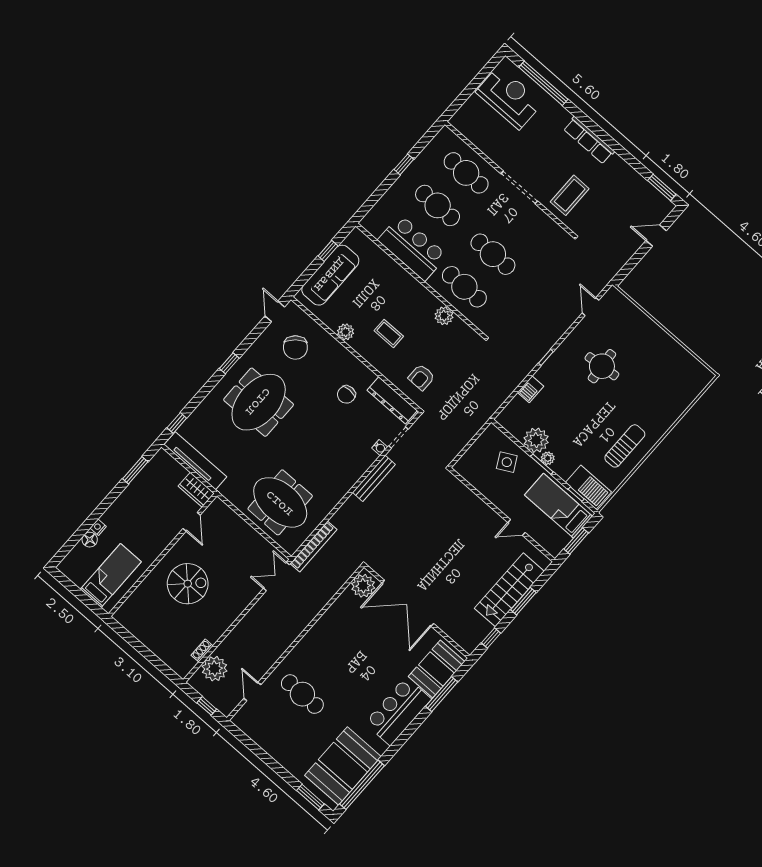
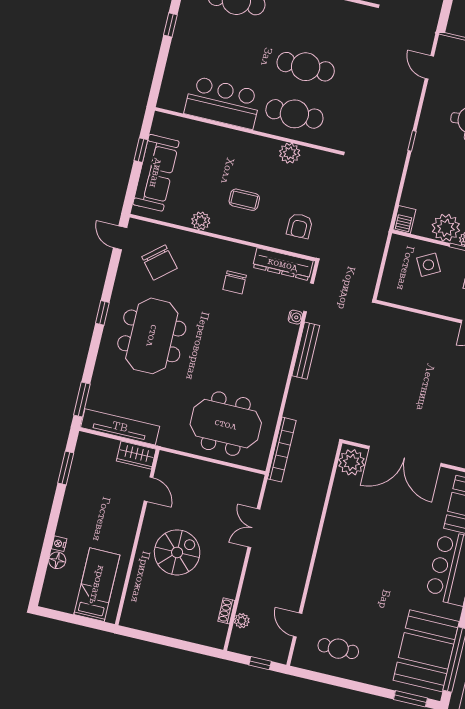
cafe table: (438, 205) -> (225, 48), removed
barbecue: (531, 389) -> (404, 220), moved
window: (177, 423) -> (82, 400), width x1.50
double door: (276, 576) -> (254, 528), moved
plant: (215, 669) -> (242, 621), width x0.53, depth x0.53
cafe table: (302, 694) -> (338, 649), moved, width x0.73, depth x0.74

